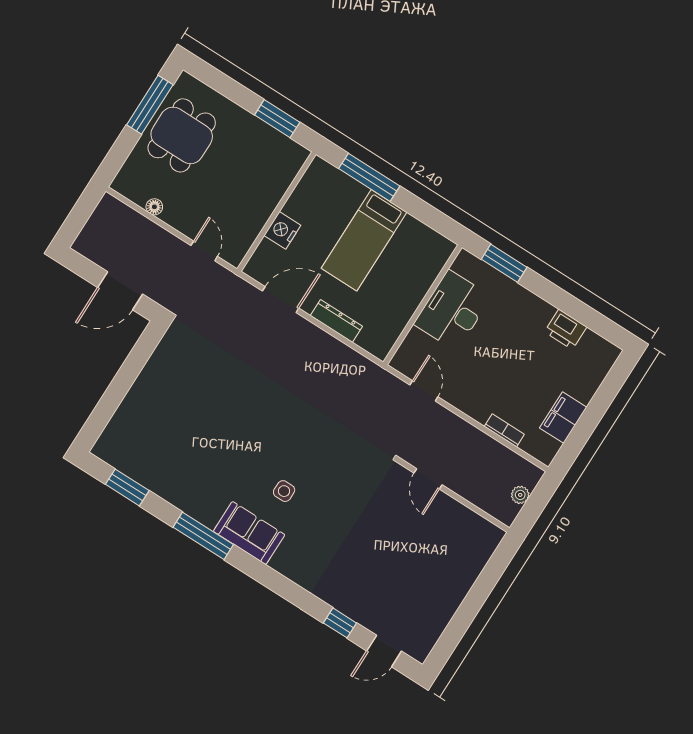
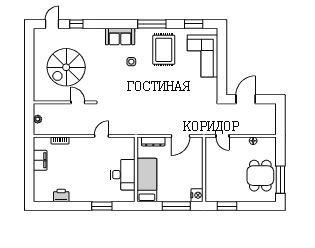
nightstand: (282, 230) -> (197, 195), moved
bed: (364, 240) -> (147, 180), moved
wall: (423, 305) -> (136, 169), moved
desk: (452, 310) -> (123, 175), moved
door: (424, 391) -> (101, 136), swing flipped
corner sofa: (148, 419) -> (203, 56), added
rug: (211, 475) -> (164, 50), added
sofa: (249, 533) -> (120, 37), moved
spiral stairs: (409, 556) -> (66, 67), added

